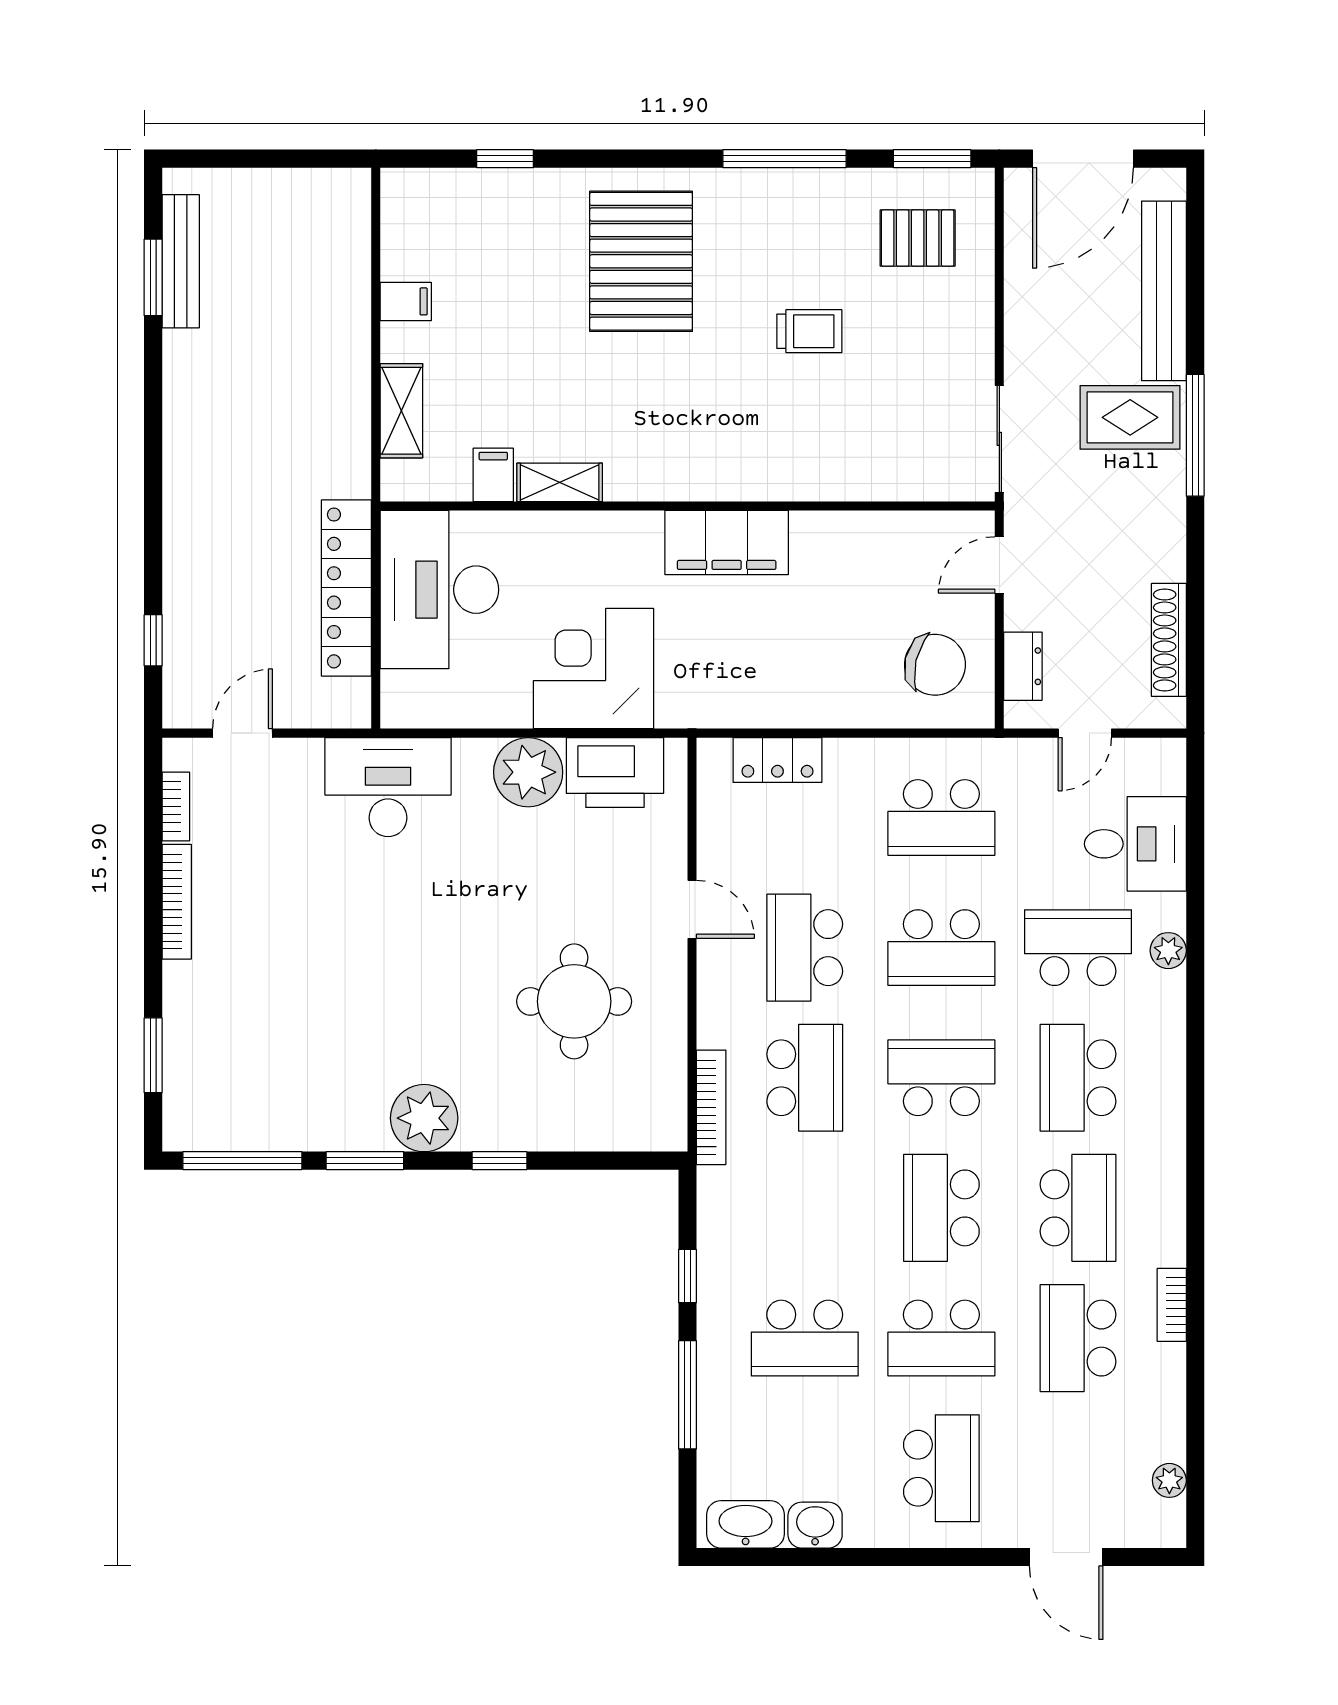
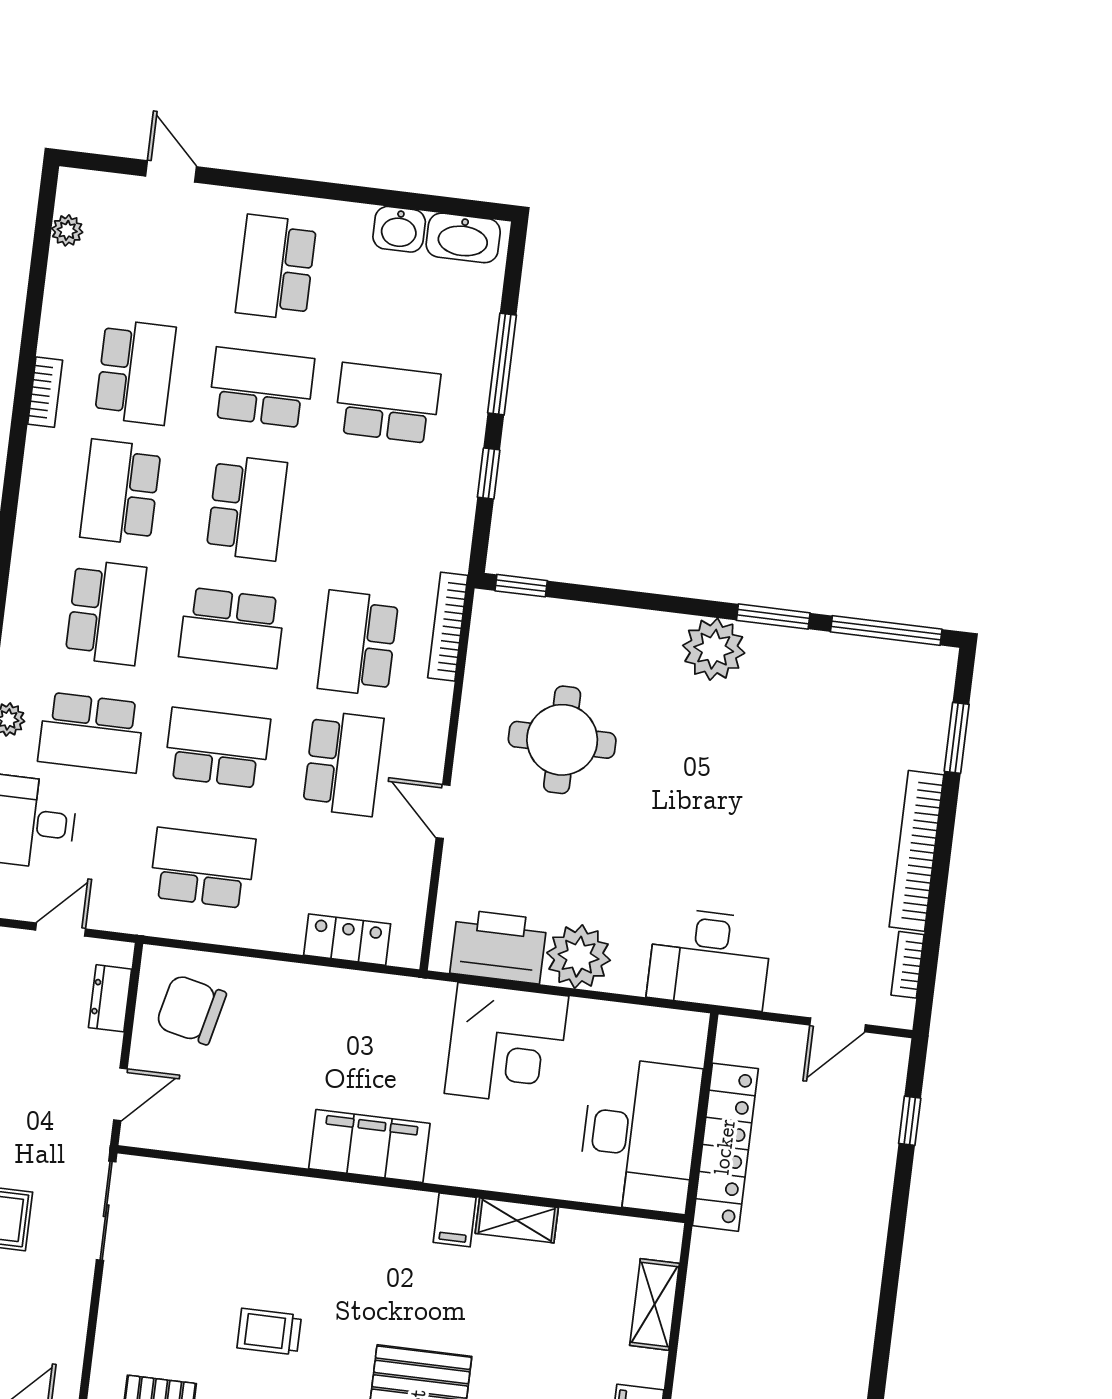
filing cabinet: (493, 475) -> (455, 1220), moved
bookcase: (177, 902) -> (916, 851), width x1.48, depth x1.31
window: (499, 1161) -> (521, 586), moved
door: (1066, 1557) -> (171, 171), width x0.73

